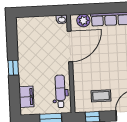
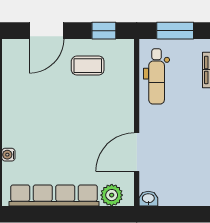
door: (70, 46) -> (137, 152), width x0.73

